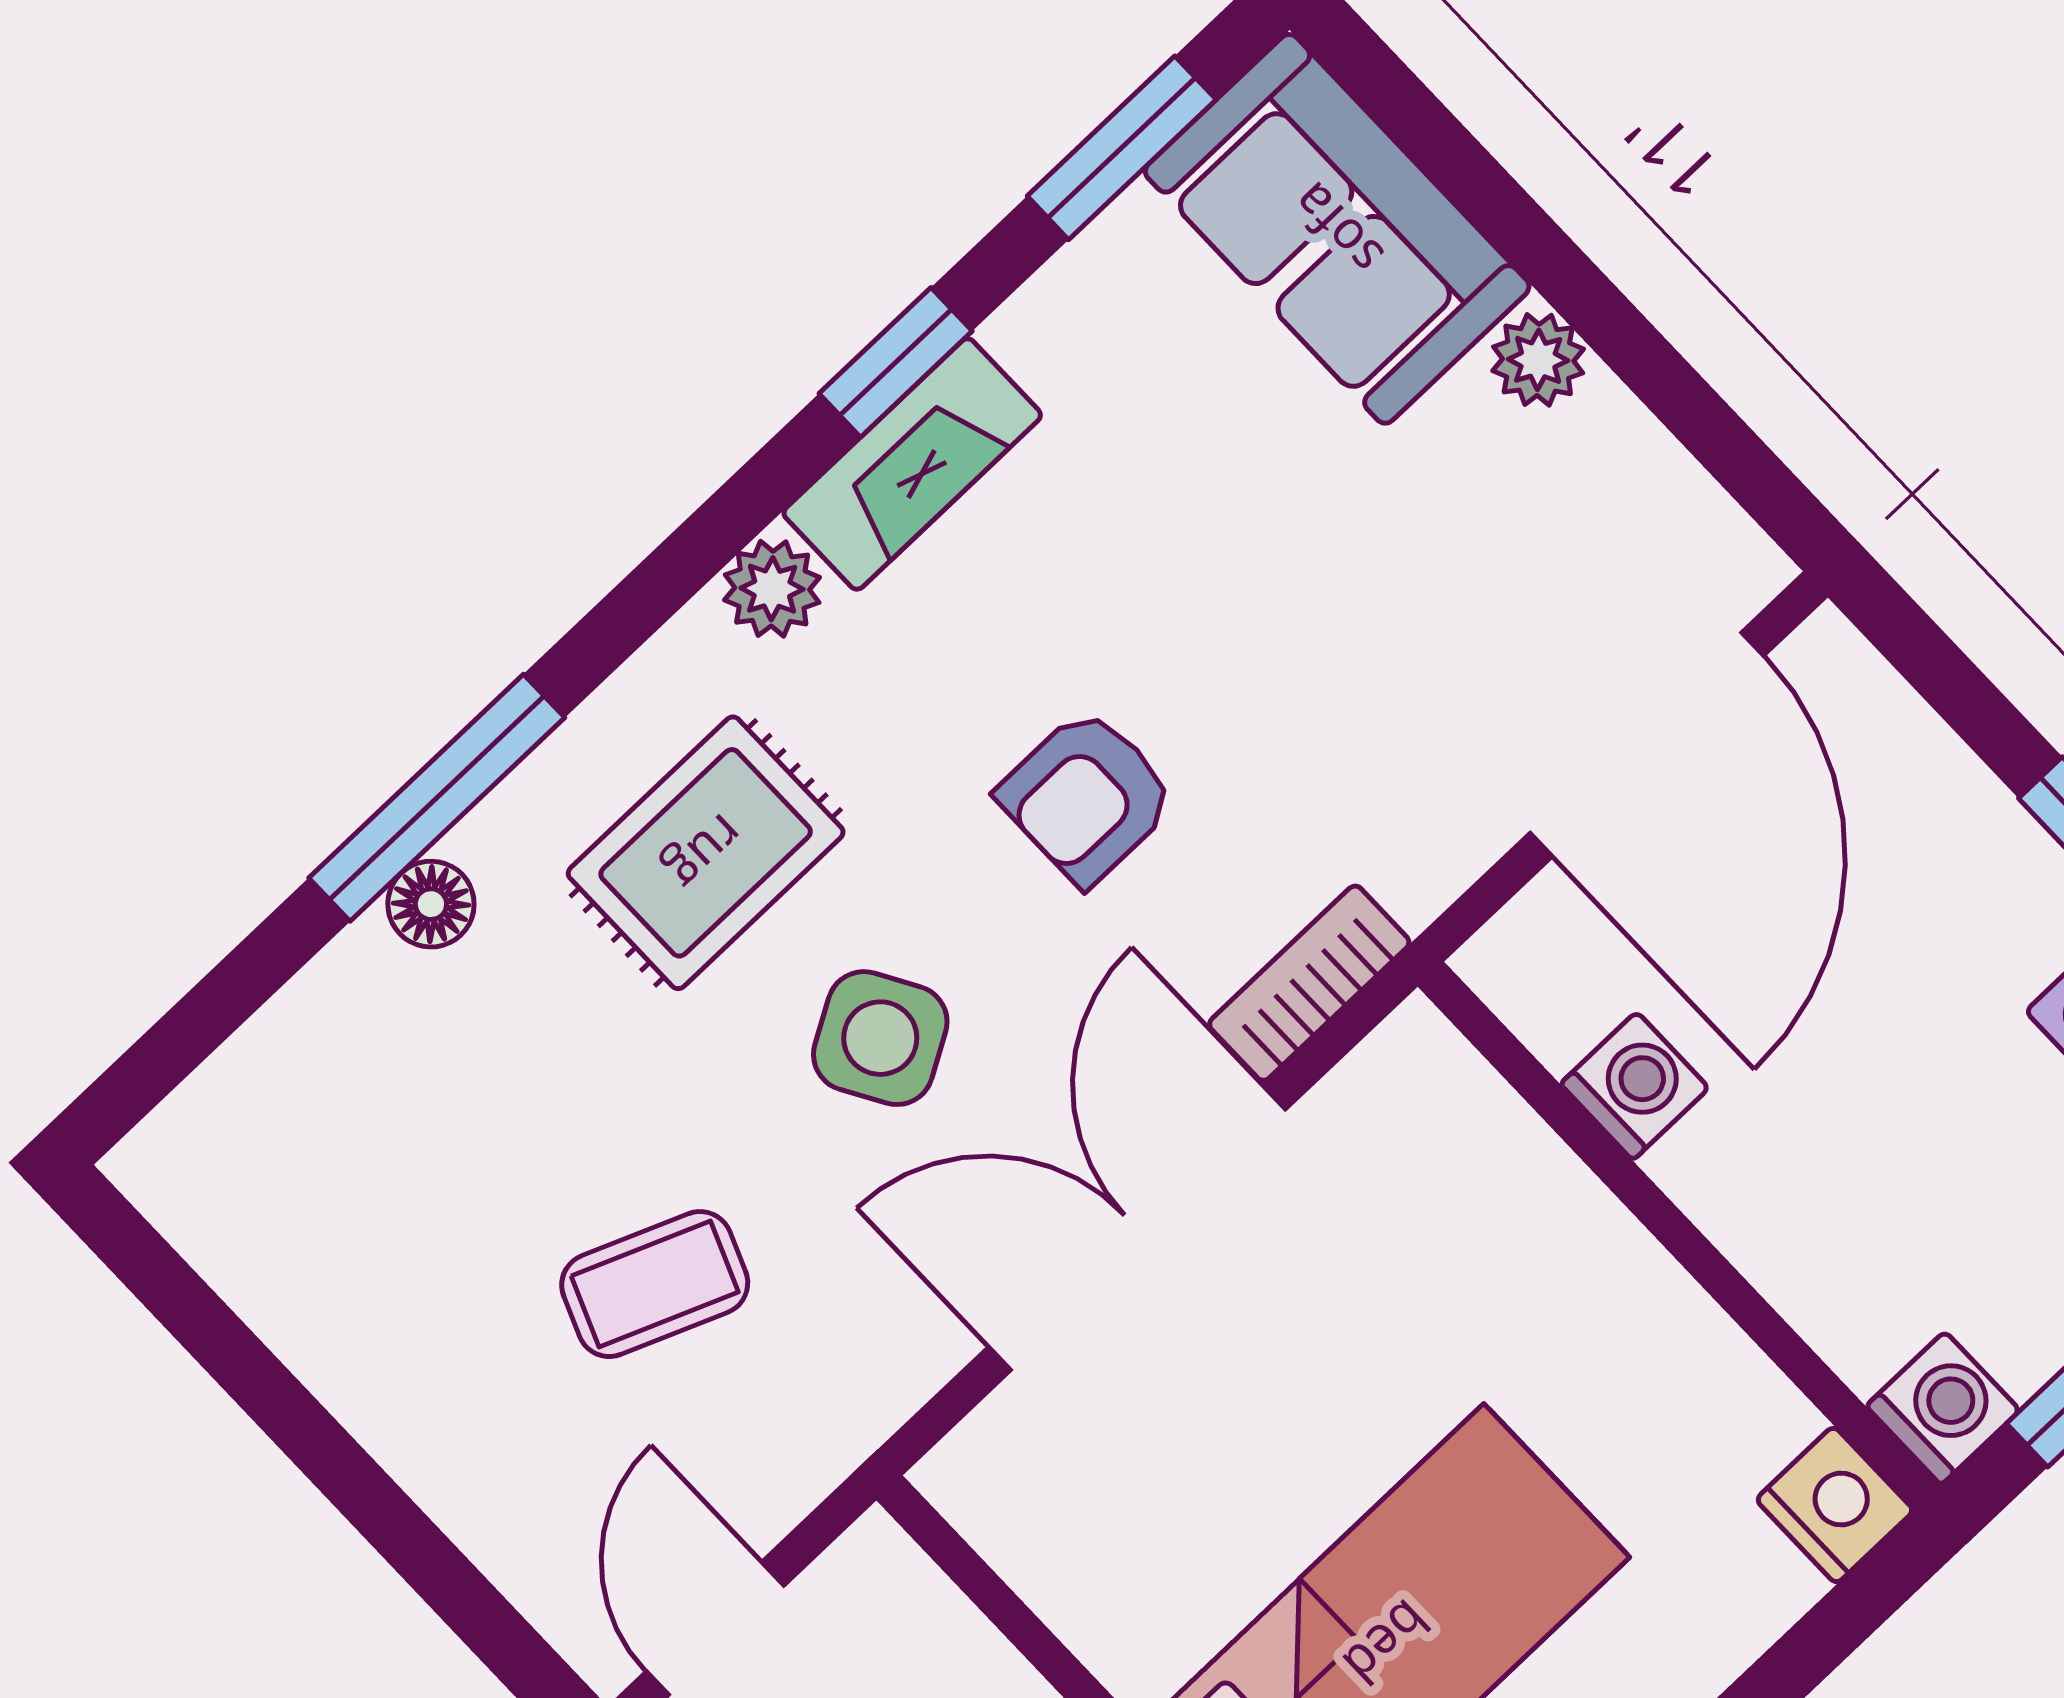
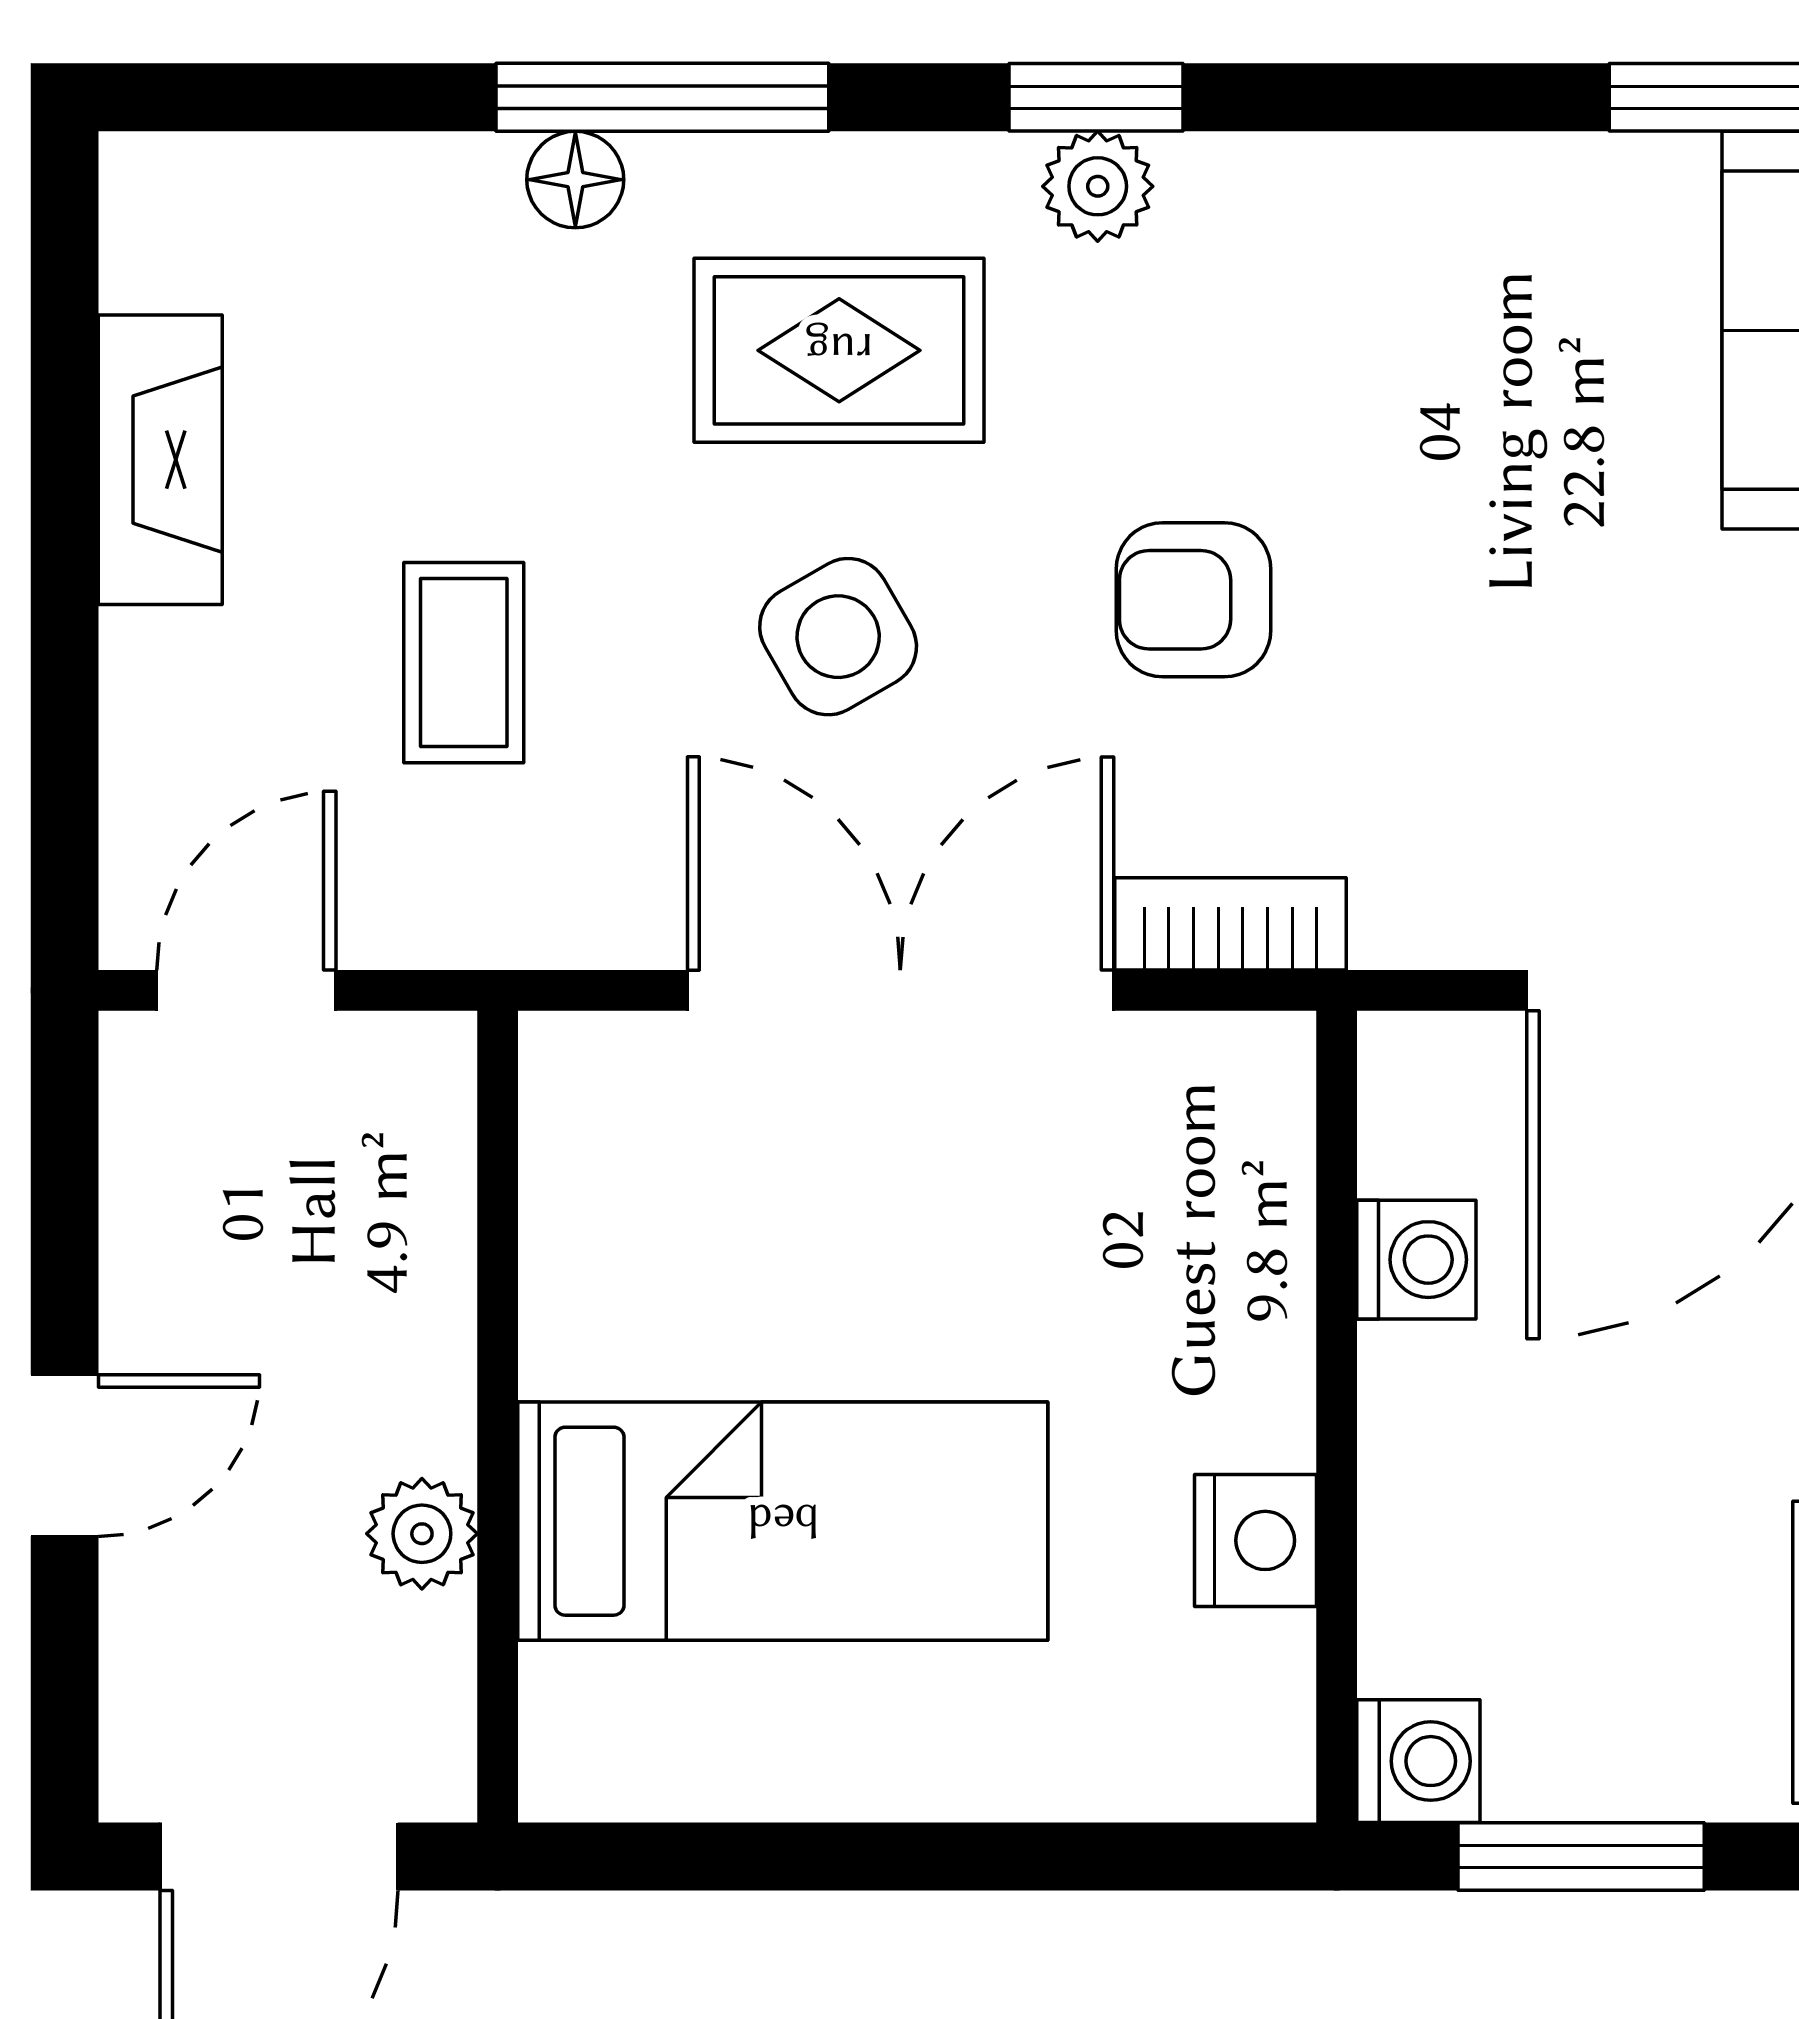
window: (896, 362) -> (1096, 97), moved
fireplace: (912, 464) -> (160, 460), moved, turned -90
coffee table: (655, 1284) -> (464, 663), turned 68
nightstand: (1835, 1505) -> (1255, 1540), moved

